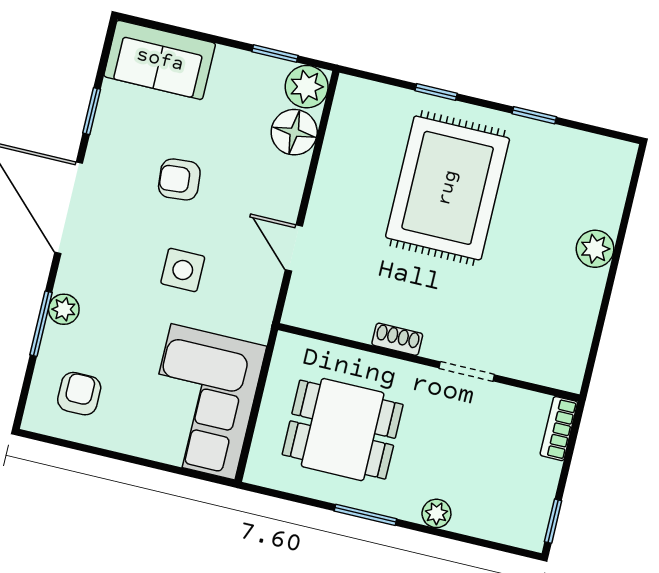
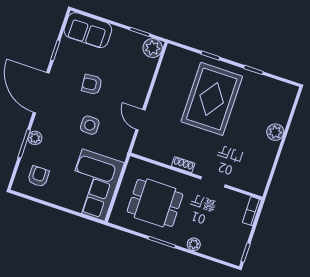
floor lamp: (294, 132) -> (145, 68), removed

